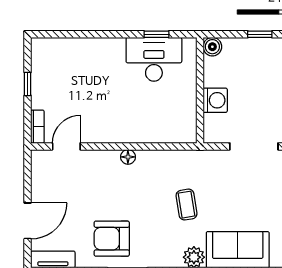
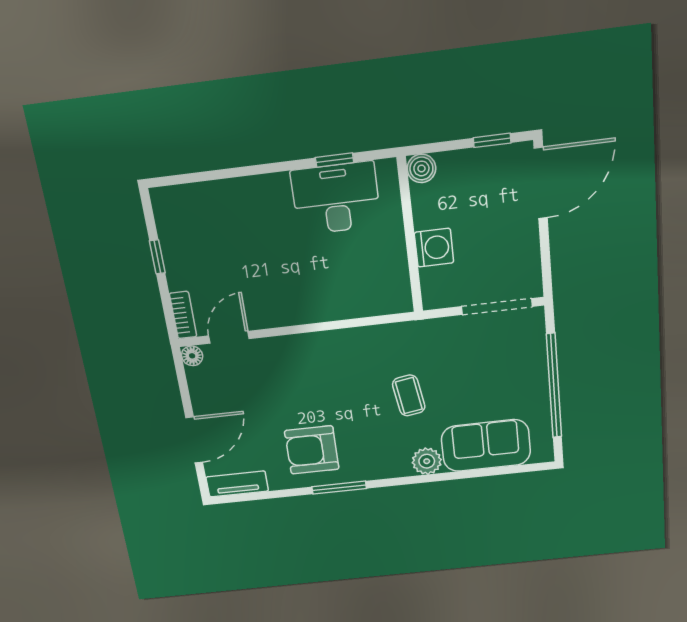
floor lamp: (128, 157) -> (192, 356), moved

